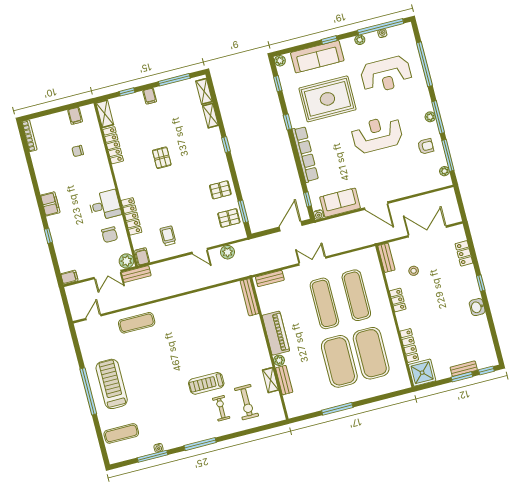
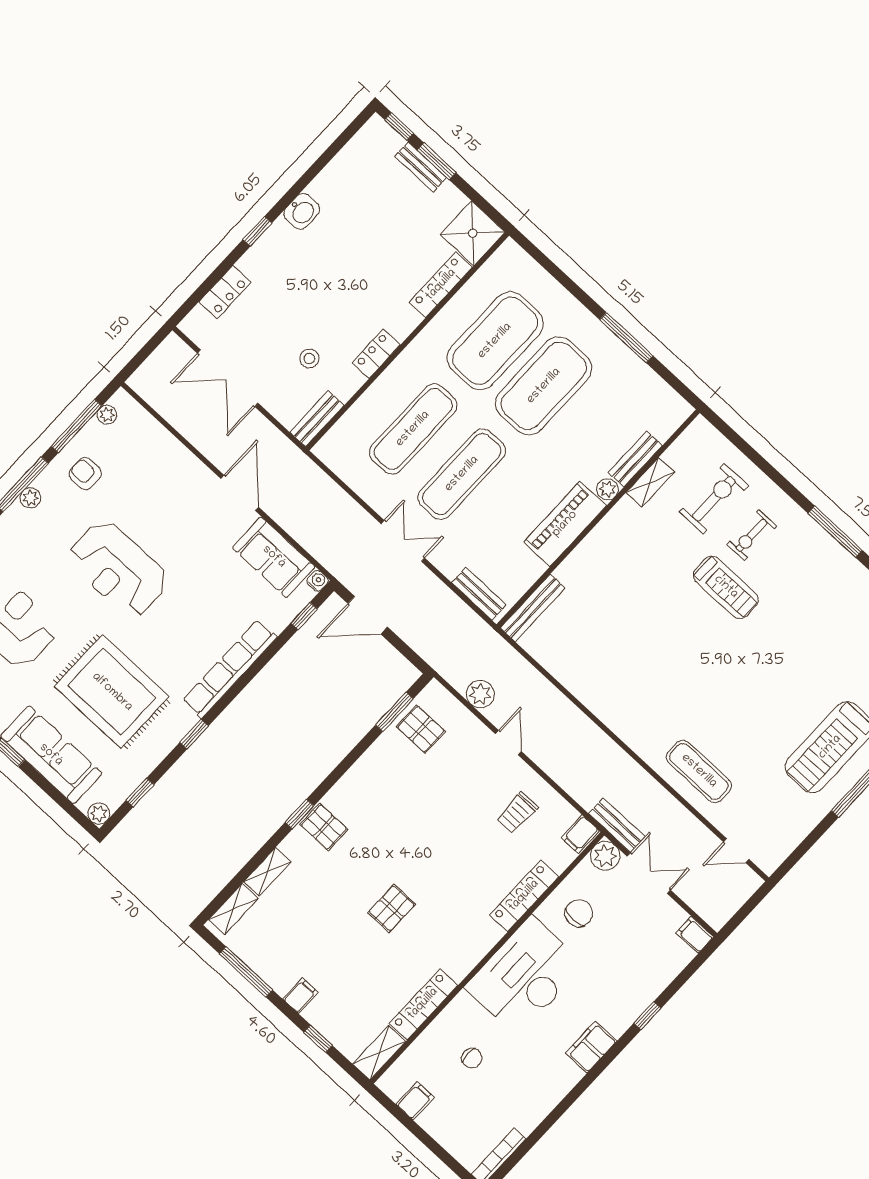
pallet: (220, 190) -> (324, 827), moved
desk: (105, 205) -> (525, 976), width x1.87, depth x1.30
double door: (312, 261) -> (403, 541), swing flipped

